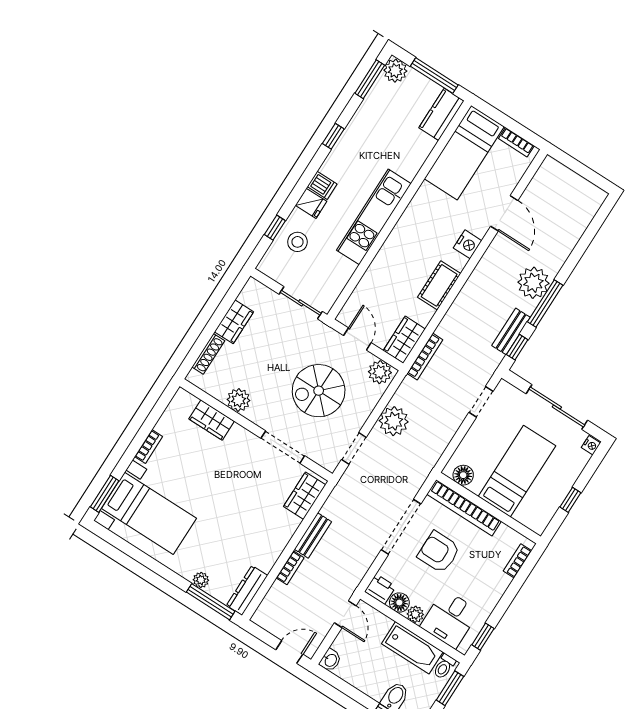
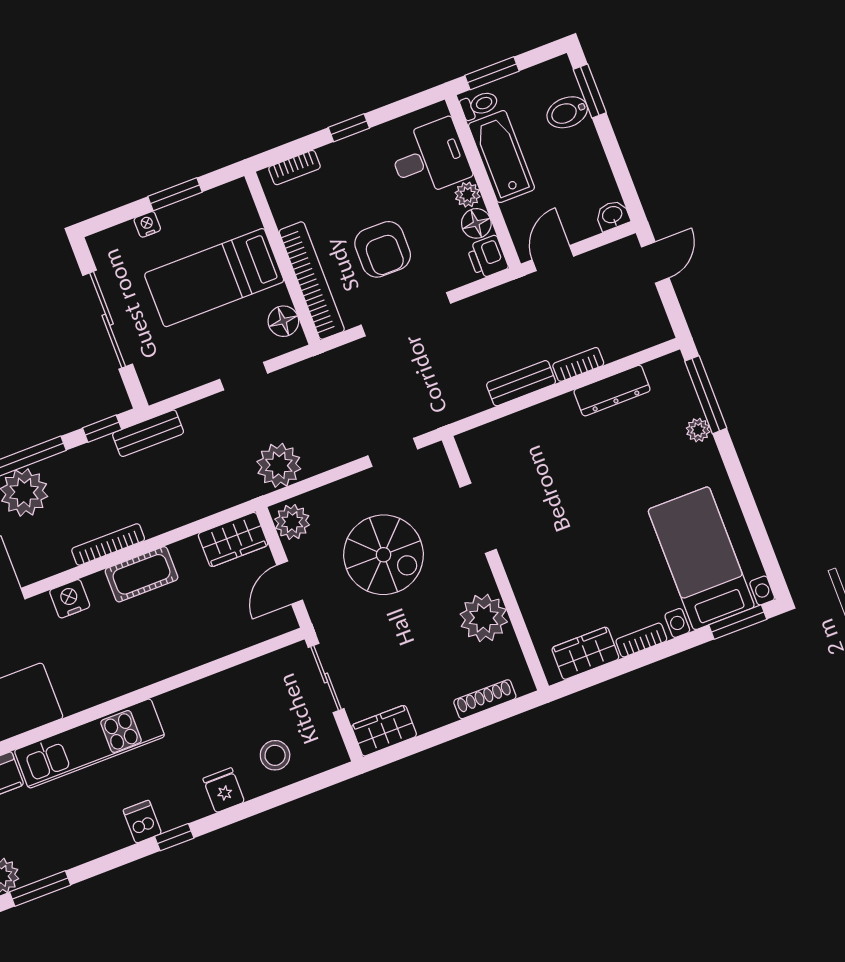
window: (333, 136) -> (174, 837), moved
dishwasher: (322, 185) -> (142, 822), moved
kitchen unit: (374, 217) -> (90, 743), moved
window: (275, 228) -> (290, 793), removed
wardrobe: (234, 322) -> (384, 731), moved
bench: (511, 331) -> (148, 433), moved
bookcase: (425, 357) -> (108, 544), moved
plant: (238, 400) -> (484, 618), width x1.36, depth x1.36
doorway: (481, 402) -> (244, 376), moved
wardrobe: (212, 420) -> (585, 653), moved, turned -90
plant: (394, 421) -> (279, 465), moved
nightstand: (591, 445) -> (147, 224), moved
wardrobe: (305, 496) -> (495, 439), removed
window: (570, 500) -> (175, 194), width x1.50
dresser: (247, 590) -> (612, 391), moved
window: (483, 637) -> (349, 128), moved
door: (289, 652) -> (655, 262), swing flipped

